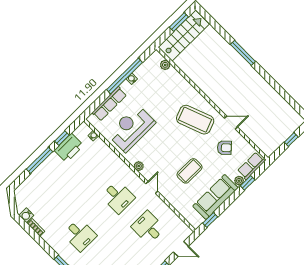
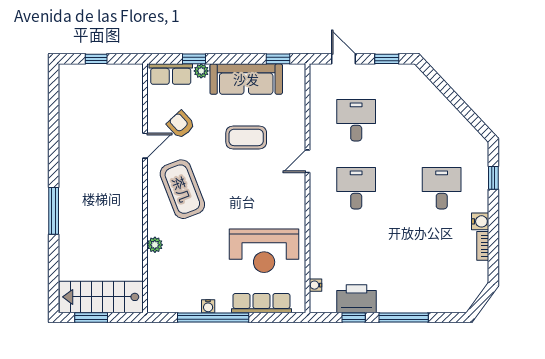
plant: (165, 65) -> (155, 245), moved
door: (231, 123) -> (145, 146), swing flipped
plant: (139, 166) -> (298, 200), removed
water cooler: (26, 215) -> (480, 221), moved
desk: (148, 227) -> (356, 120), turned 180

